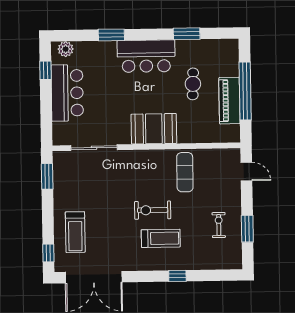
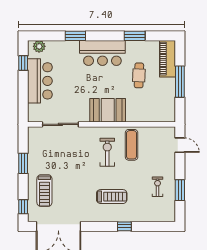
window: (245, 91) -> (180, 82), width x0.68
piano: (229, 101) -> (167, 59), moved
window: (47, 176) -> (23, 163), moved
exercise bike: (153, 210) -> (107, 152), moved, turned 90

